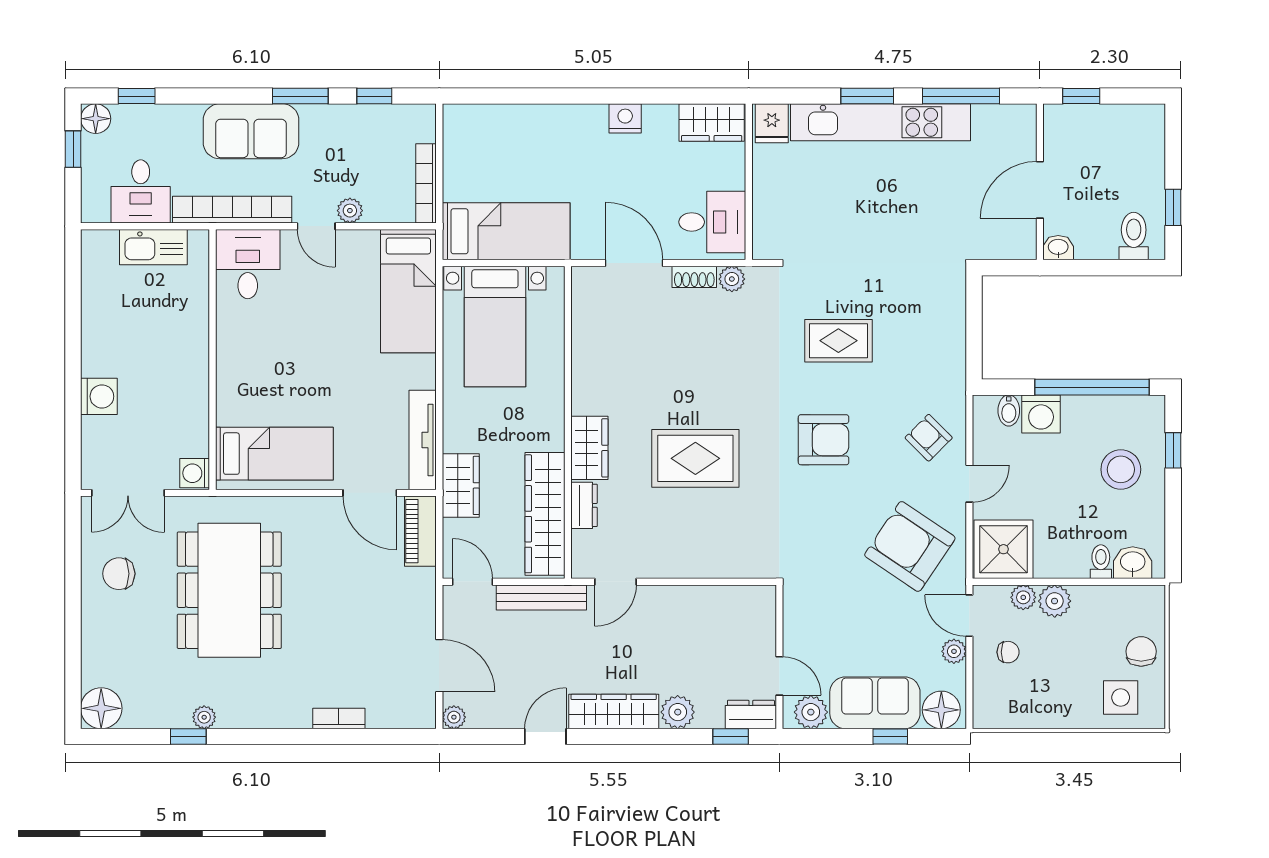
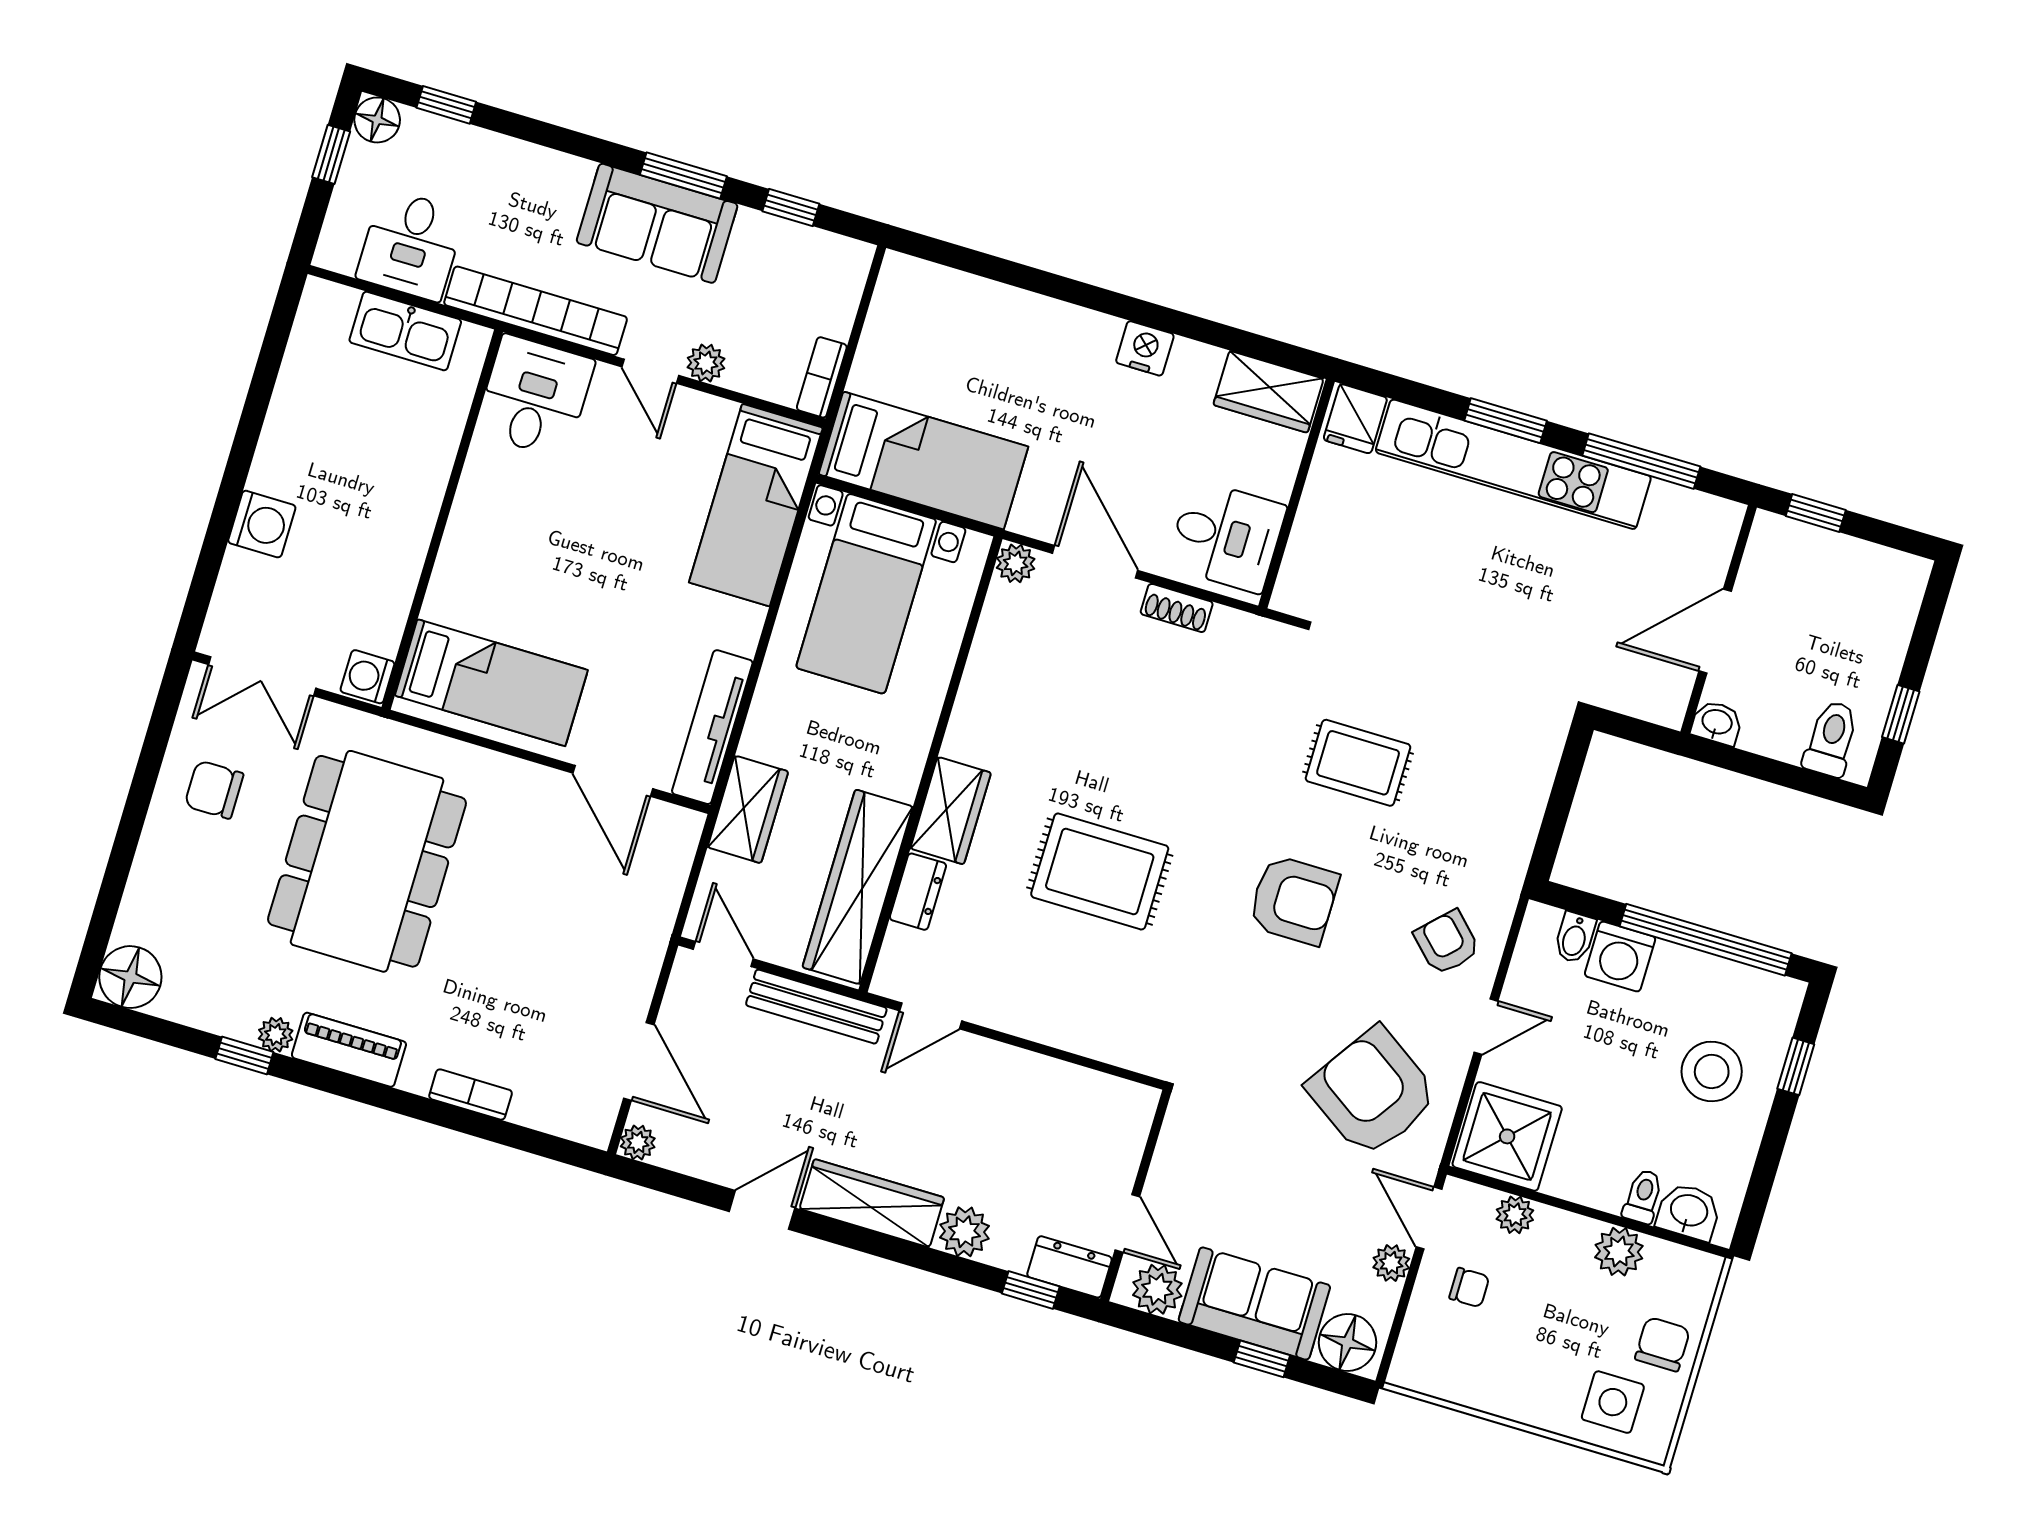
sofa: (251, 131) -> (657, 223), moved
bookcase: (426, 183) -> (822, 377), width x0.64
plant: (732, 279) -> (1016, 563), moved
piano: (420, 531) -> (349, 1050), moved, turned 90
plant: (1055, 601) -> (1619, 1252), moved

